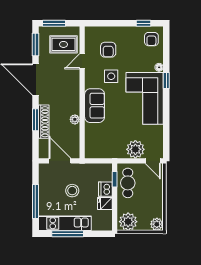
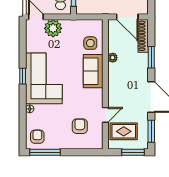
window: (143, 23) -> (45, 152), width x2.17
side table: (111, 76) -> (90, 43), moved
window: (166, 80) -> (23, 76), moved
shoe rack: (44, 122) -> (143, 36), moved

